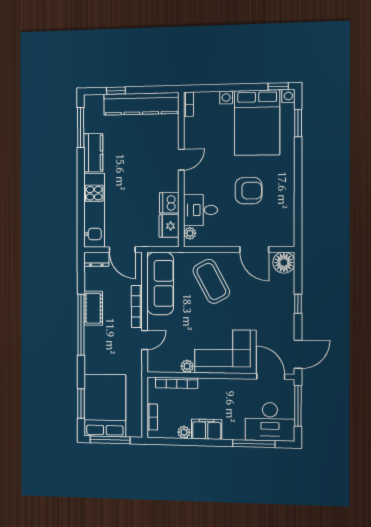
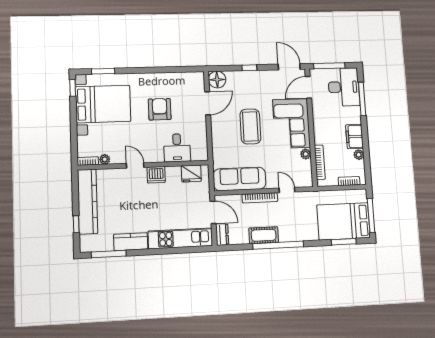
dishwasher: (169, 203) -> (156, 175), moved
plant: (190, 233) -> (105, 159), moved
door: (122, 250) -> (213, 212), hinge flipped
coffee table: (211, 281) -> (250, 126), moved, turned -62

